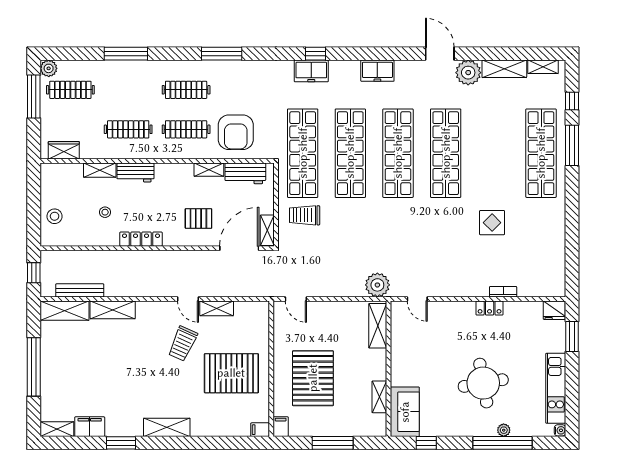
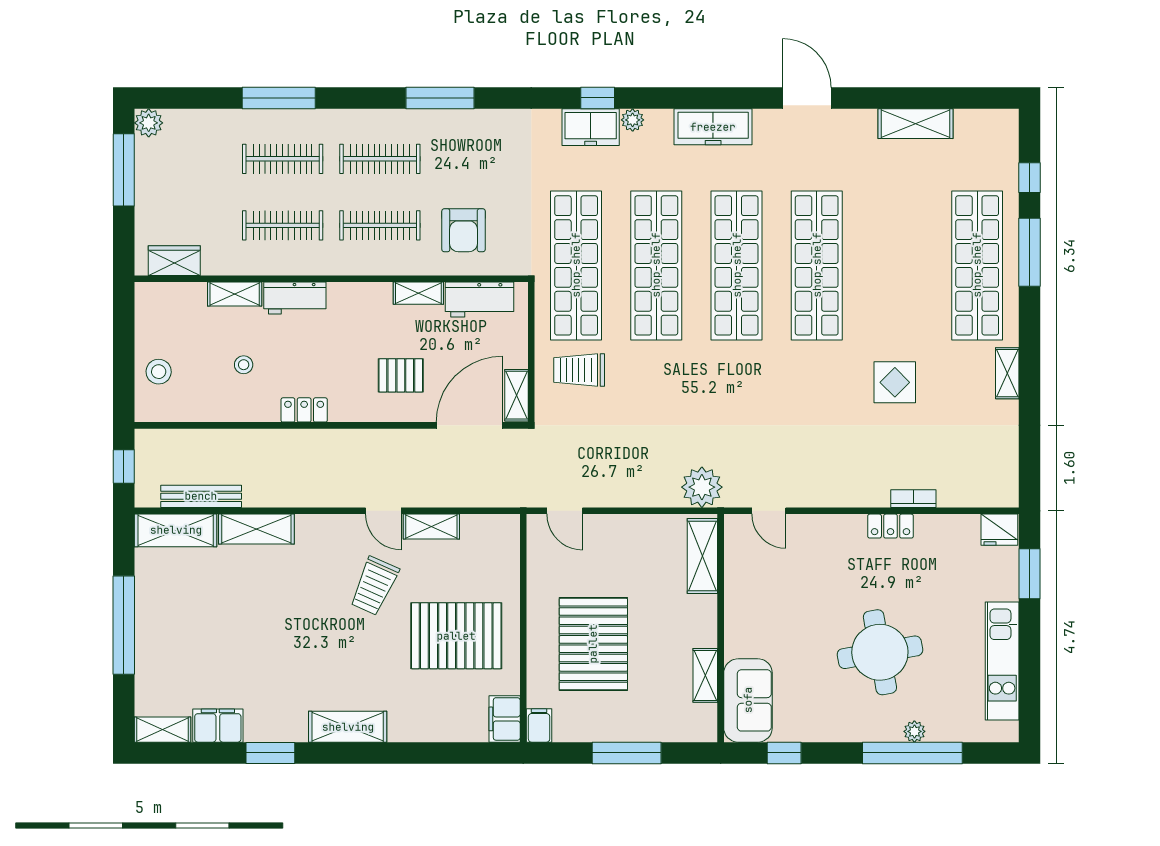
shelving: (543, 67) -> (1007, 373), moved, turned 90
freezer: (377, 71) -> (713, 127), width x1.40
plant: (468, 73) -> (633, 120), moved, width x0.53, depth x0.53
clothes rail: (70, 90) -> (283, 159), moved
armchair: (236, 132) -> (464, 230), width x0.73, depth x0.73
locker: (141, 239) -> (304, 410), width x0.66
filing cabinet: (260, 430) -> (505, 719), width x2.00
water cooler: (560, 430) -> (1009, 732), removed

